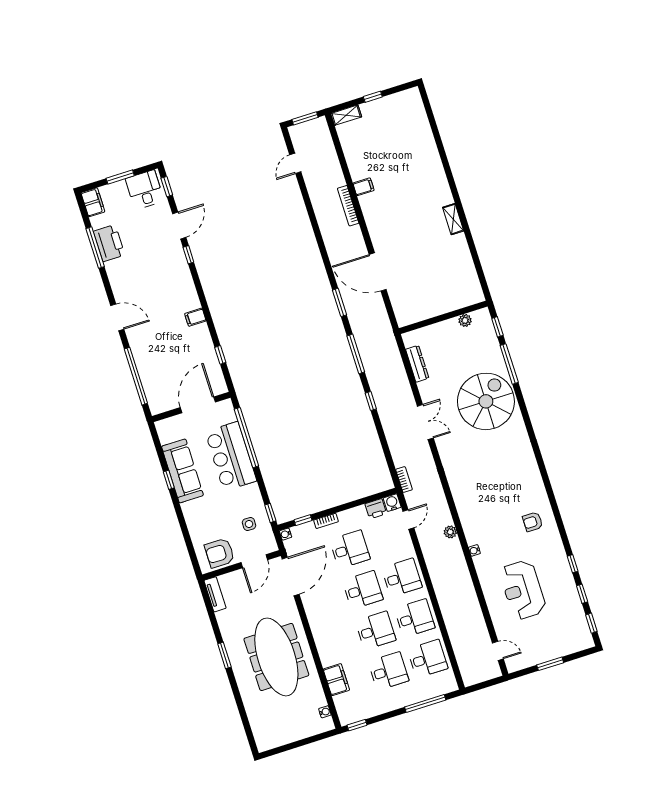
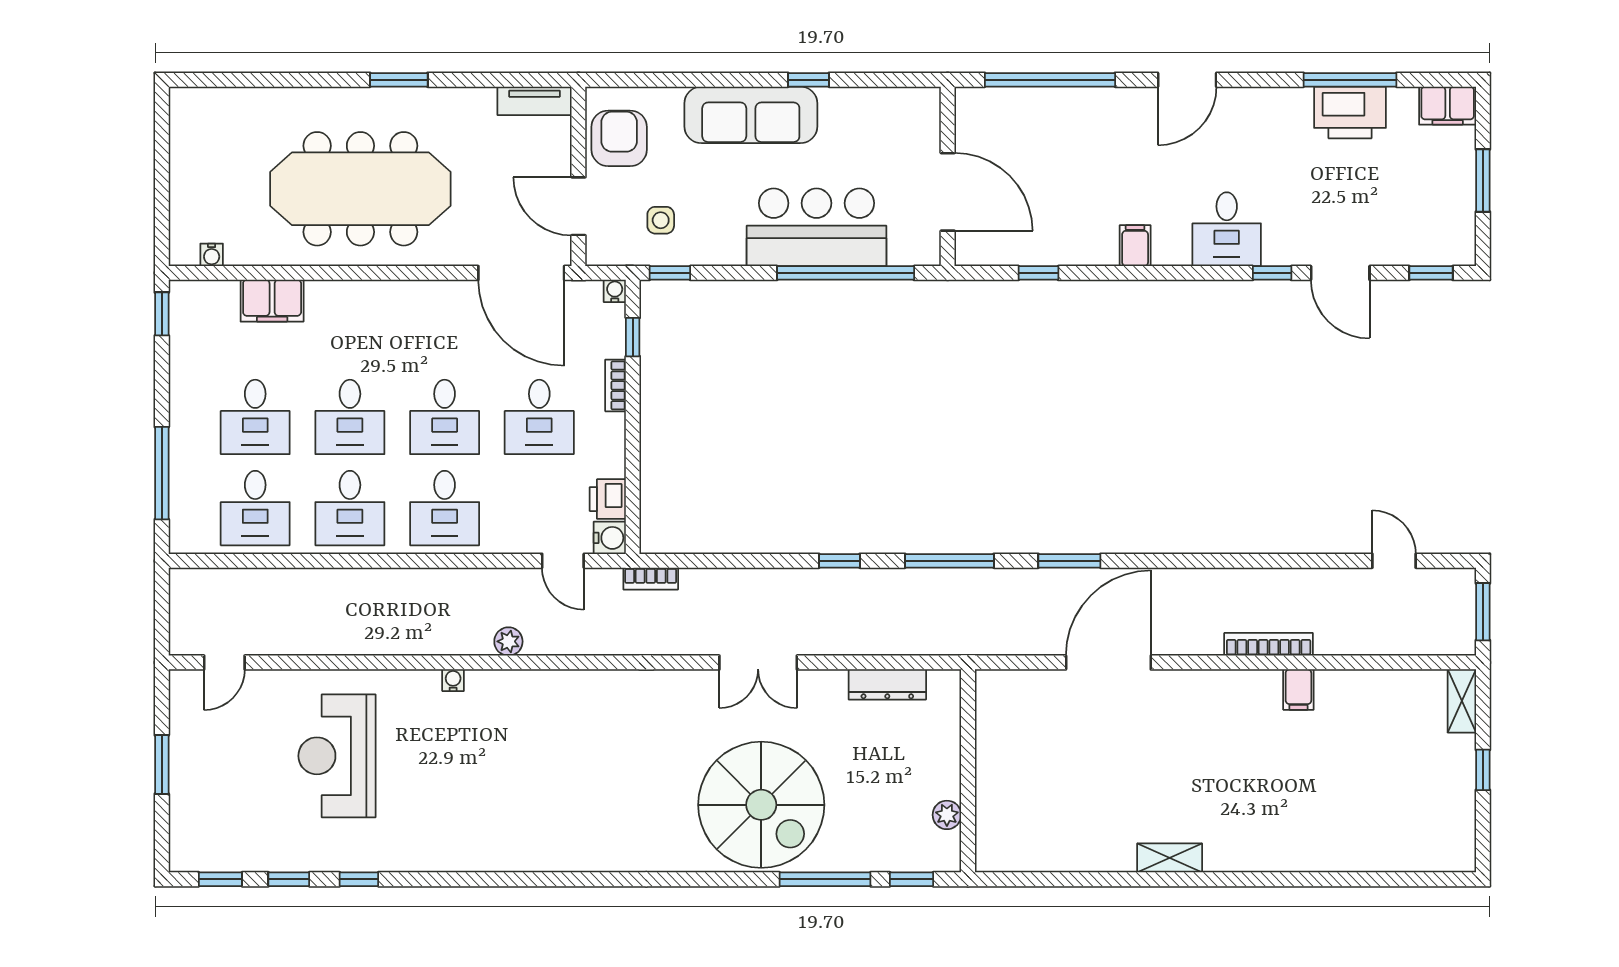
desk: (145, 190) -> (1227, 229), moved, turned 90
sofa: (182, 471) -> (751, 115), moved
armchair: (533, 522) -> (475, 823), removed
reception desk: (523, 590) -> (337, 756), turned -90

